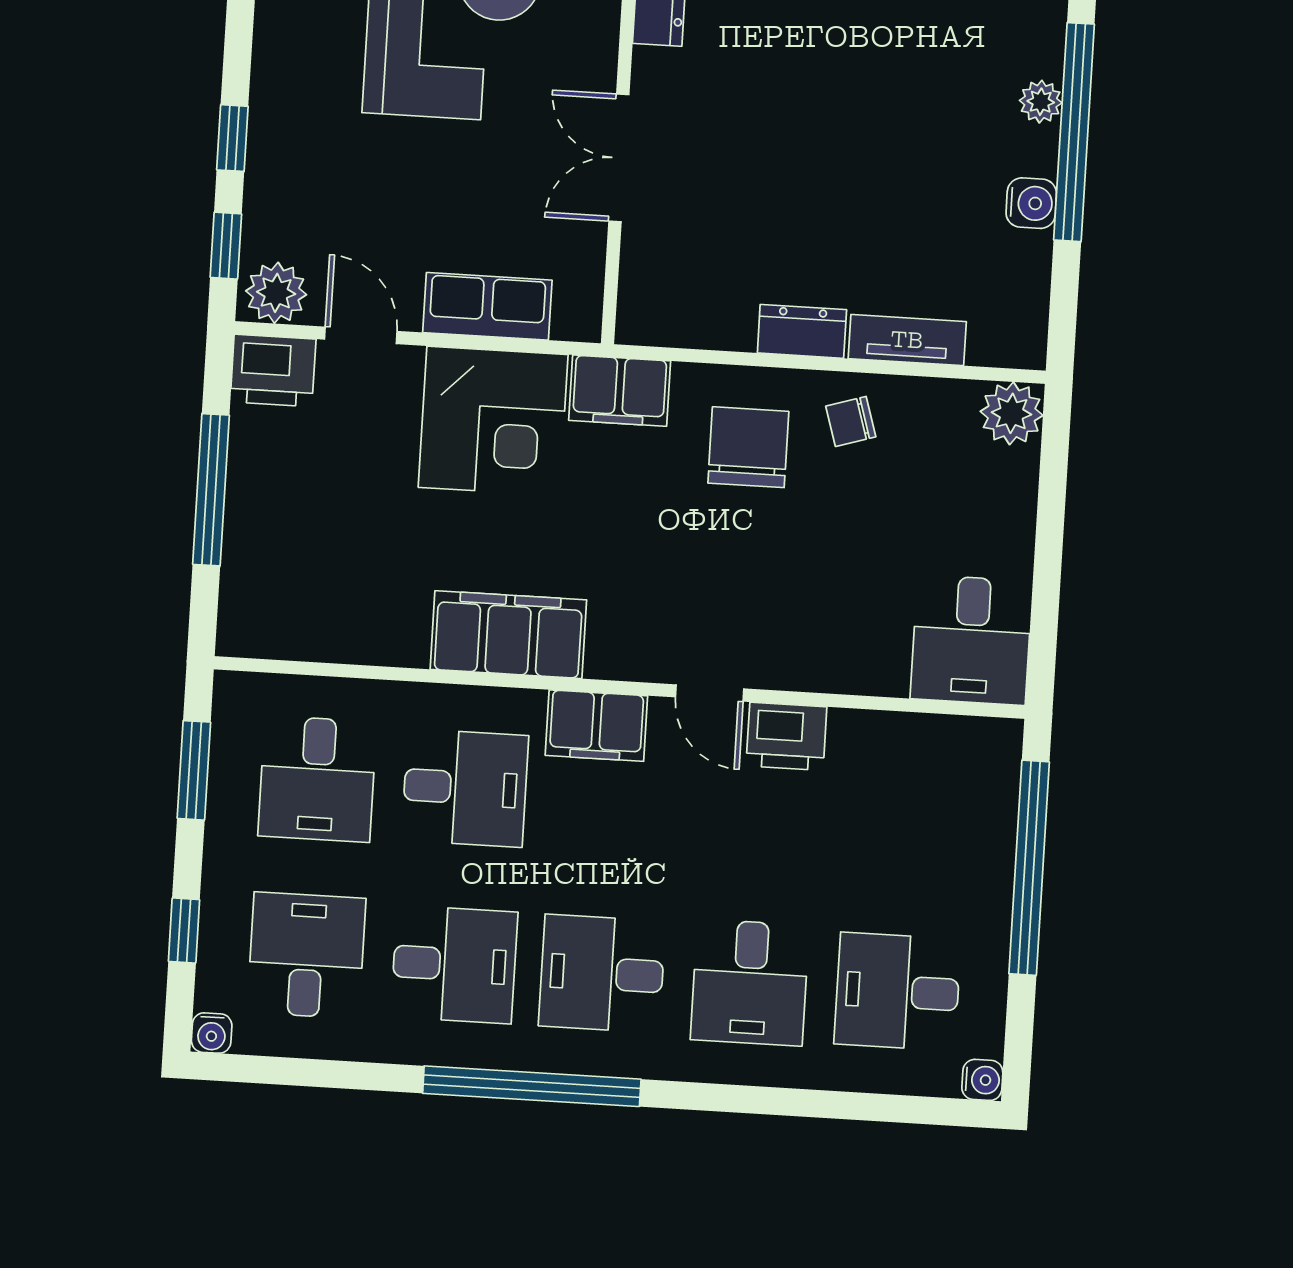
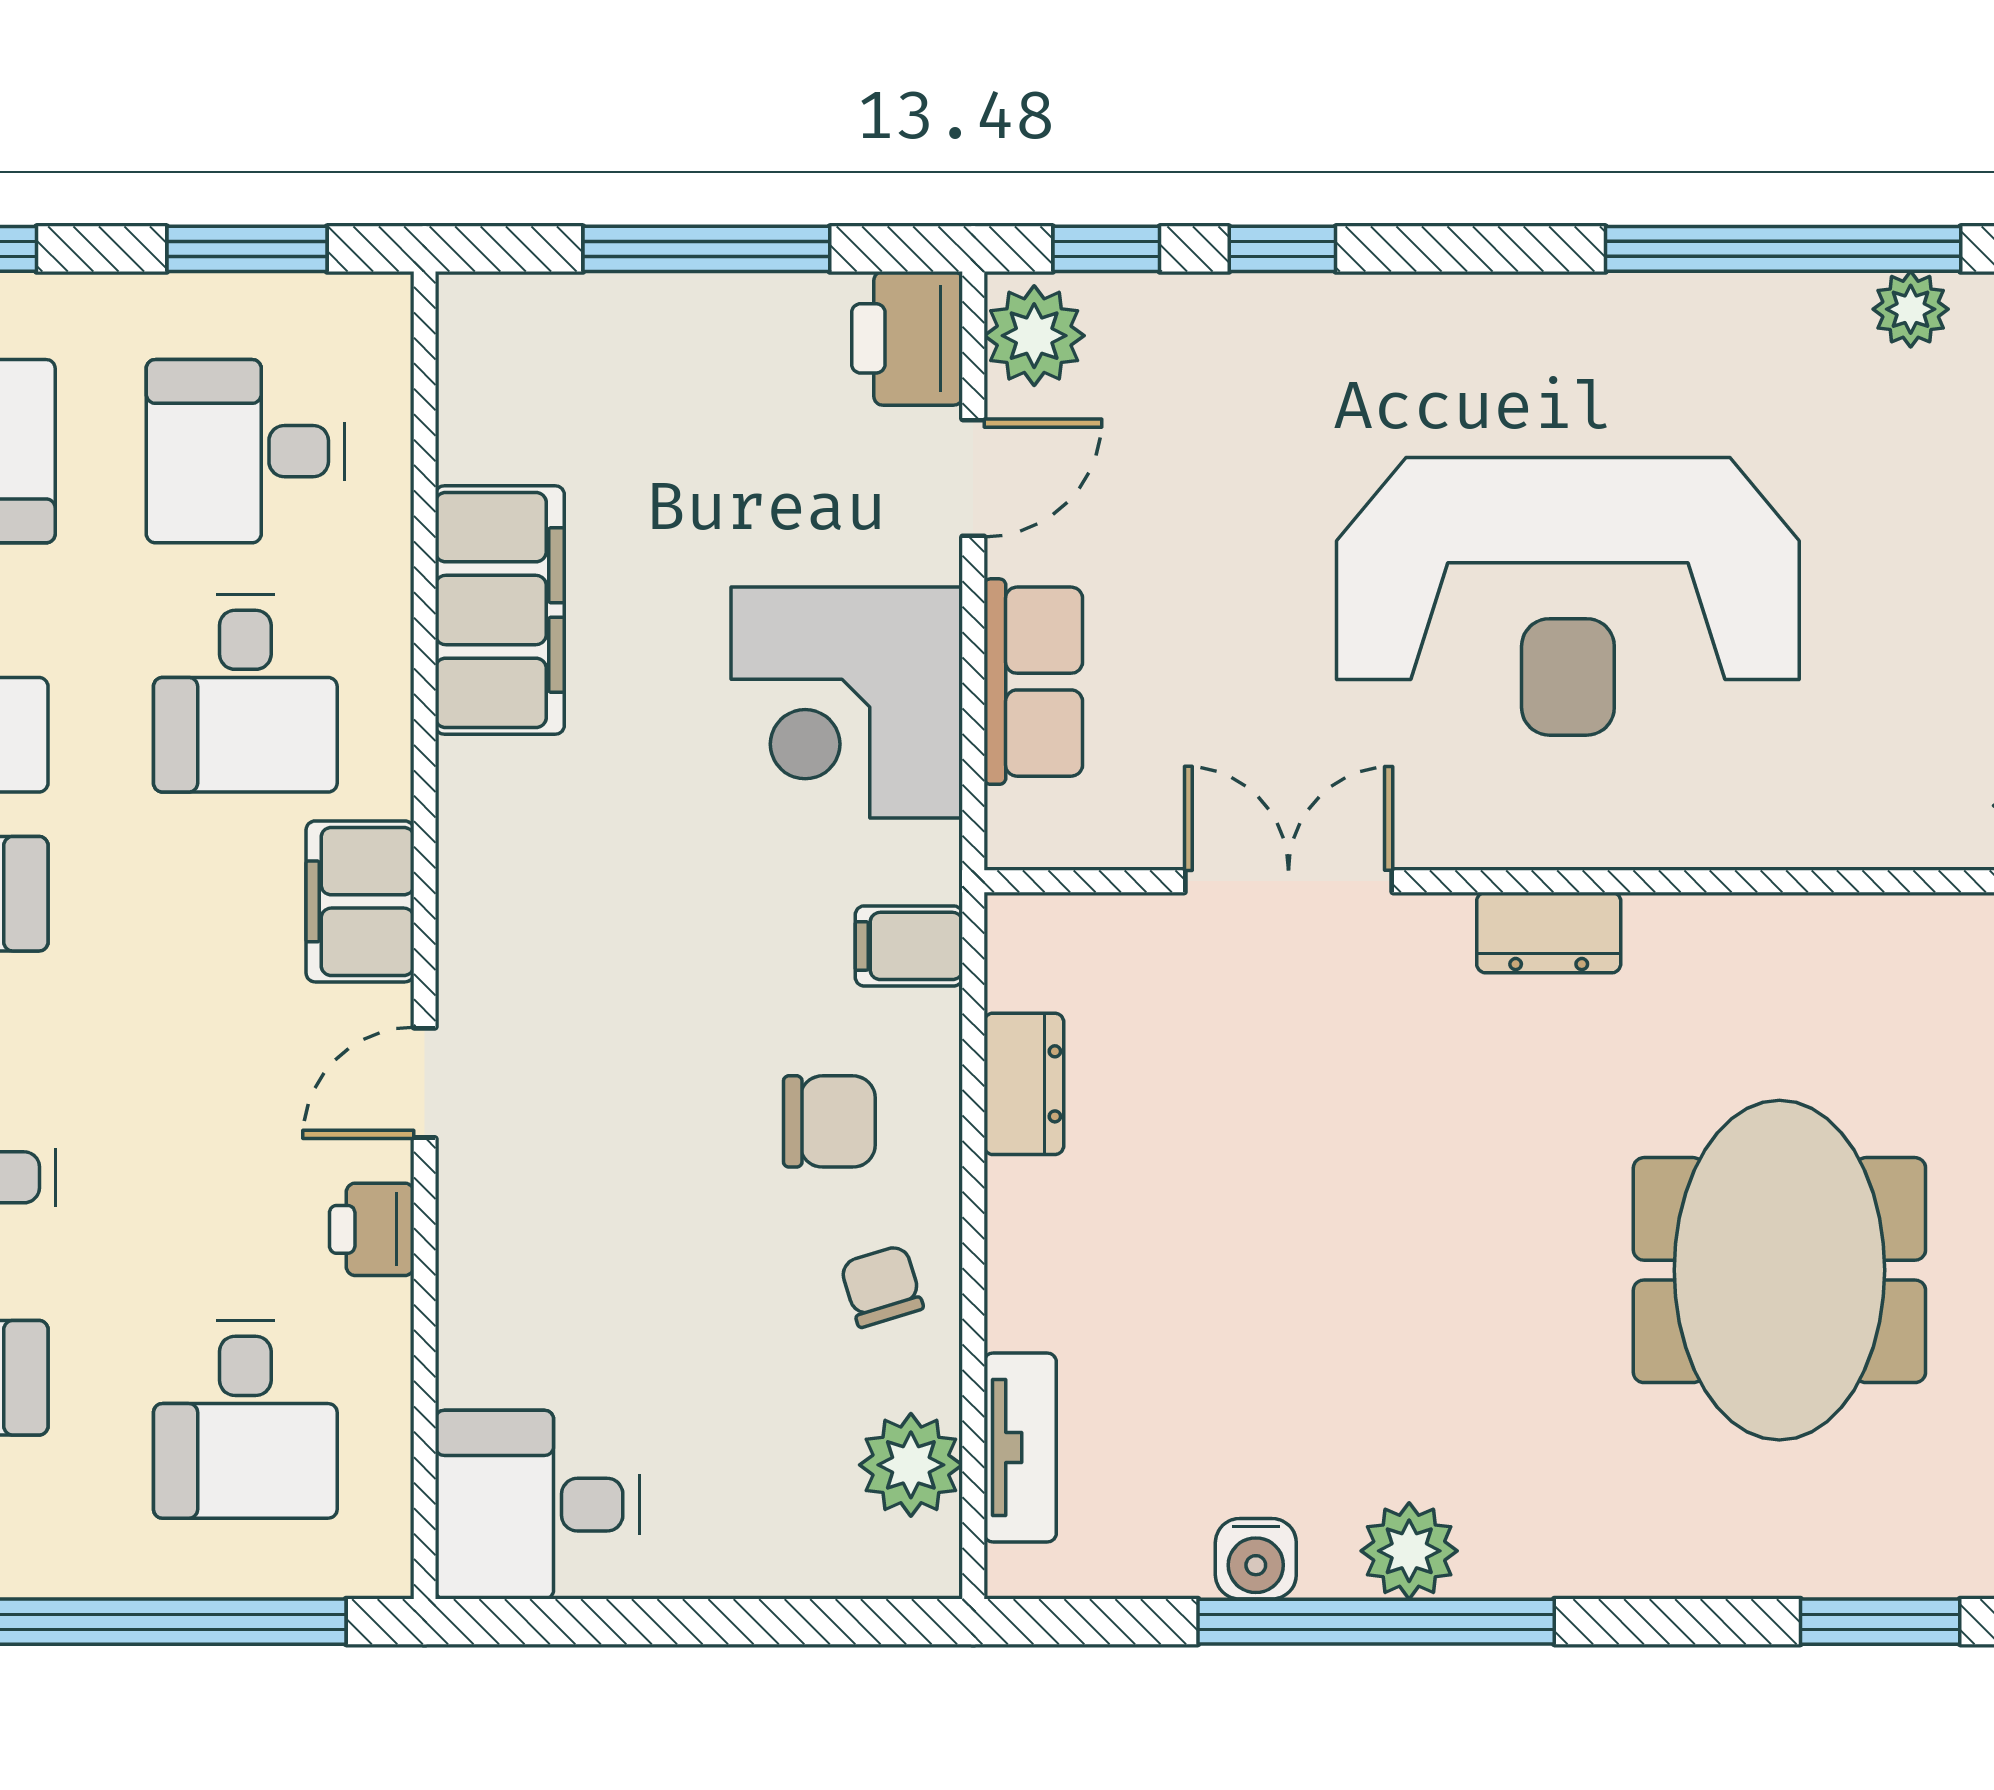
plant: (1041, 102) -> (1409, 1551), width x1.38, depth x1.38
dresser: (802, 331) -> (1024, 1084), moved
tv unit: (907, 340) -> (1020, 1448), moved
filing cabinet: (620, 391) -> (909, 946), width x0.50
plant: (1012, 413) -> (911, 1465), moved
chair: (748, 447) -> (829, 1121), width x0.73, depth x0.73
filing cabinet: (508, 635) -> (500, 610), moved
printer: (786, 736) -> (372, 1229), width x0.73, depth x0.81
desk: (908, 815) -> (245, 1419), added

